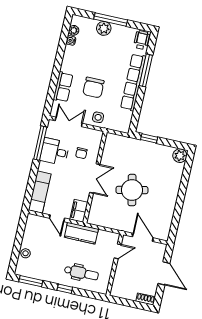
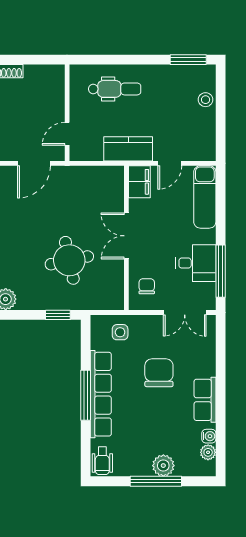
window: (146, 70) -> (86, 395), moved
row of seats: (63, 87) -> (205, 400), moved
side table: (98, 117) -> (120, 332), moved
chair: (81, 153) -> (147, 286), moved
round table: (132, 190) -> (69, 260), moved
door: (57, 218) -> (170, 163), swing flipped
door: (143, 237) -> (34, 163), hinge flipped
dental chair: (81, 273) -> (115, 89), turned 180
window: (65, 289) -> (134, 60), removed

